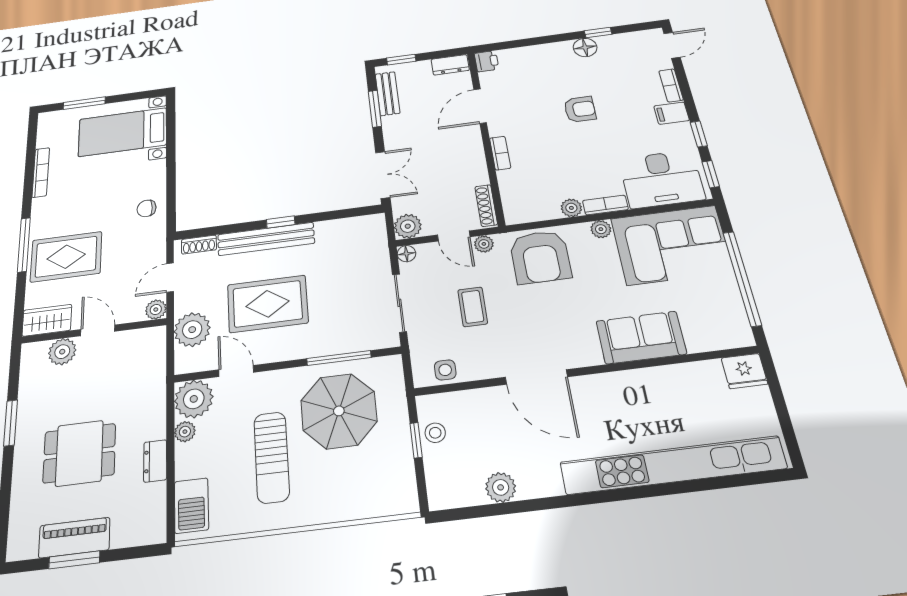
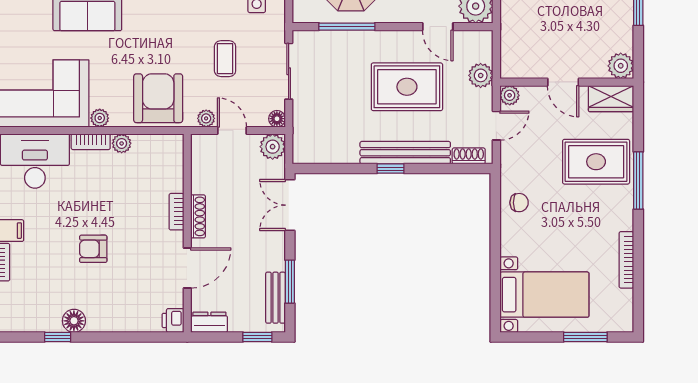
shoe rack: (486, 206) -> (198, 216), moved
plant: (192, 330) -> (481, 75), width x0.73, depth x0.73
plant: (62, 352) -> (621, 66), moved

